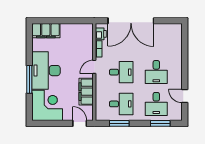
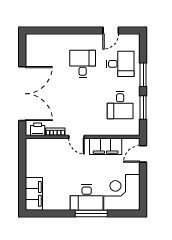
desk: (46, 71) -> (87, 198), width x0.73, depth x0.77
desk: (121, 72) -> (83, 105), removed
desk: (156, 72) -> (83, 64), turned -90
desk: (121, 104) -> (120, 105), turned 180
window: (160, 123) -> (143, 75), moved

